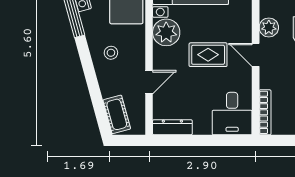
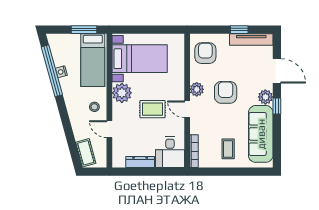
stool: (111, 53) -> (94, 107), moved
door: (149, 82) -> (109, 129), swing flipped
dresser: (172, 127) -> (140, 162), moved

